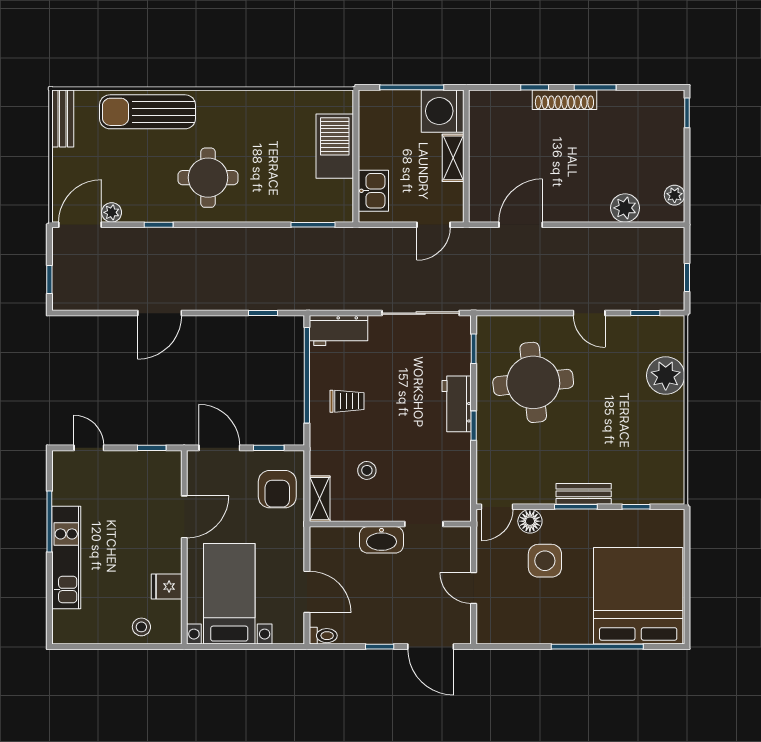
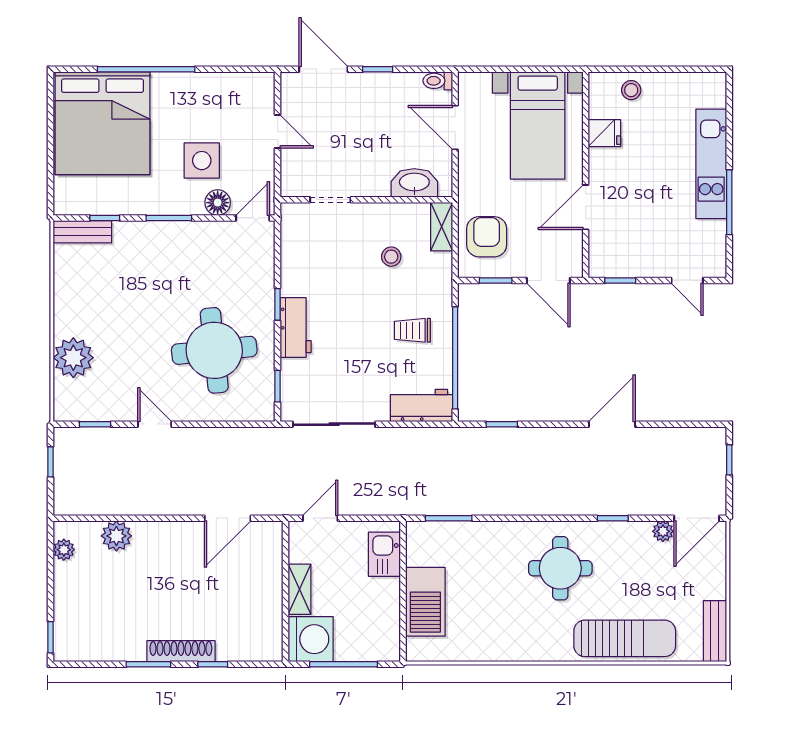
bench: (584, 494) -> (82, 232), moved
washbasin: (381, 540) -> (414, 183), moved

